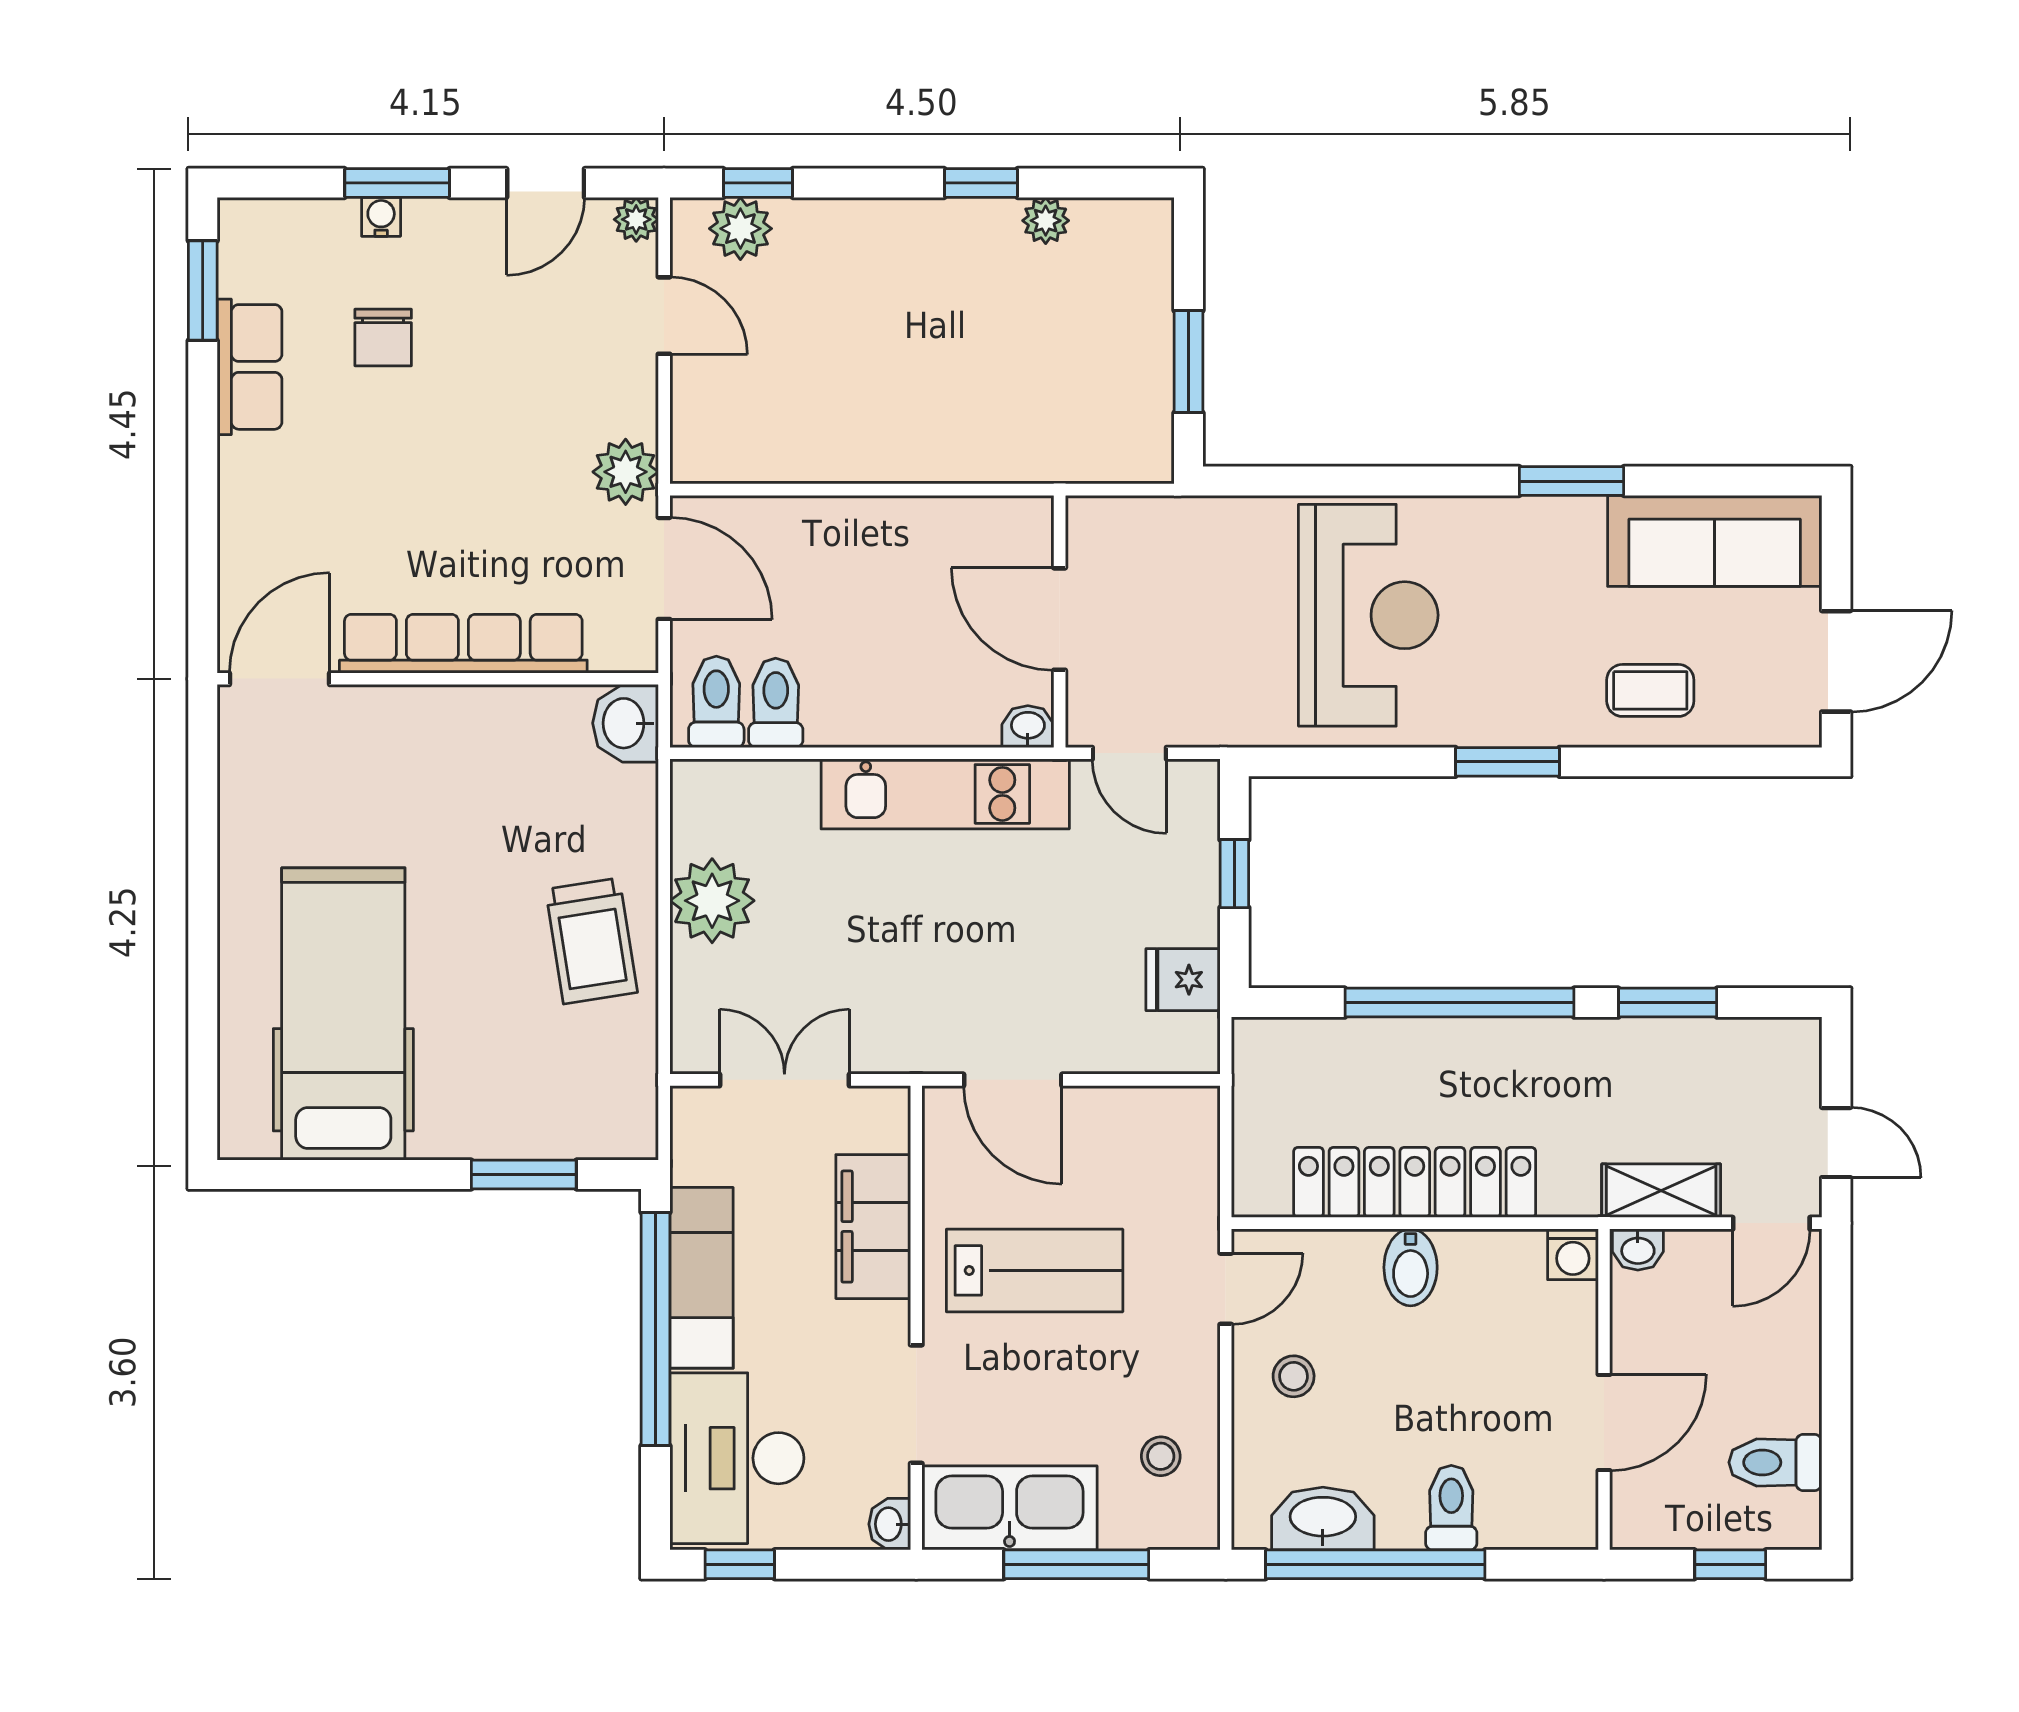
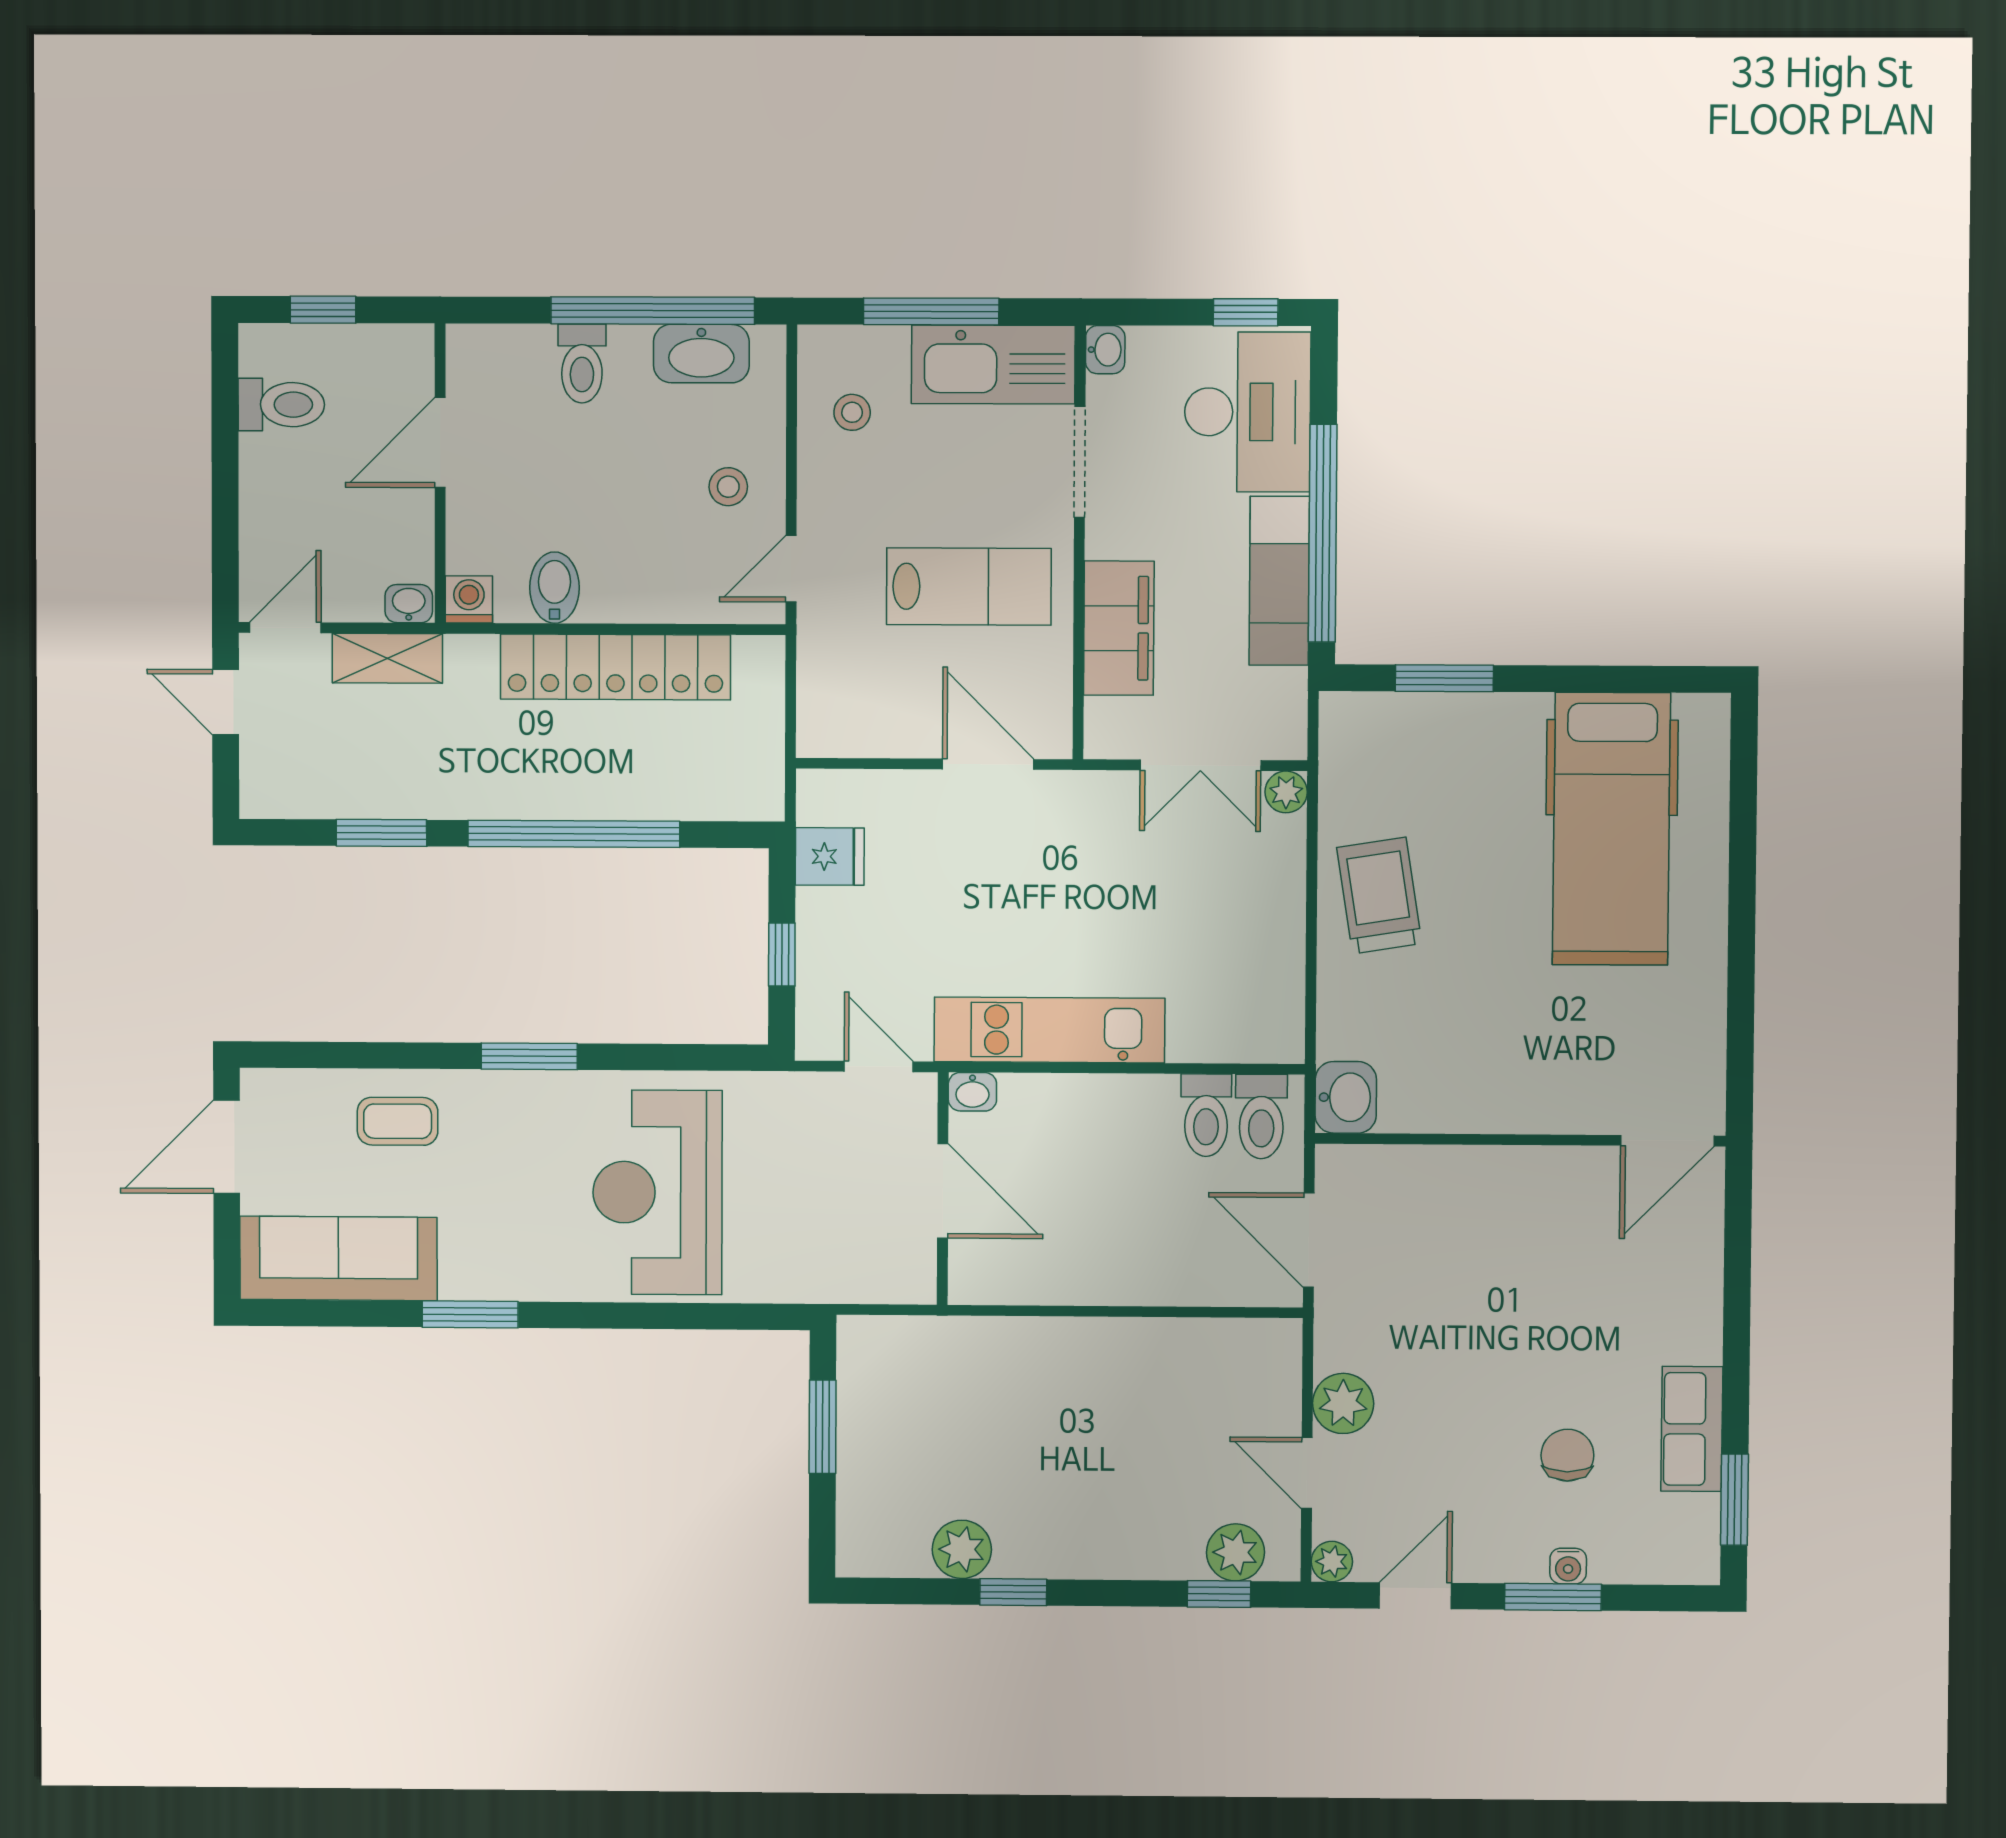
plant: (1046, 221) -> (962, 1549), width x1.38, depth x1.38
plant: (626, 472) -> (1343, 1403), moved
row of seats: (463, 644) -> (1496, 1172), removed
plant: (712, 901) -> (1286, 792), moved, width x0.53, depth x0.53
bidet: (1411, 1267) -> (554, 588), moved
lab bench: (1035, 1270) -> (969, 586), turned 180

